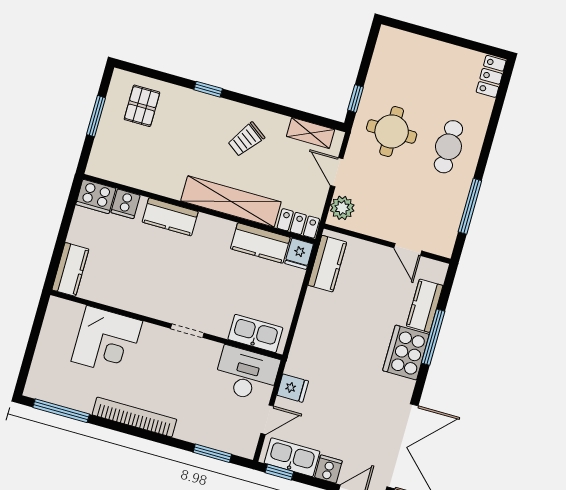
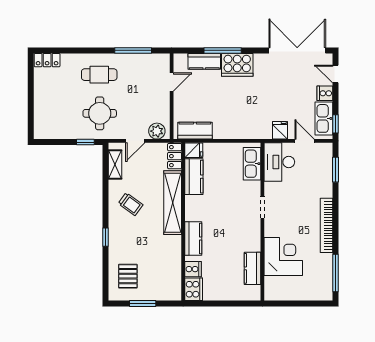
pallet: (142, 106) -> (128, 276), turned 90
kitchen counter: (70, 269) -> (252, 268), moved, turned -90

